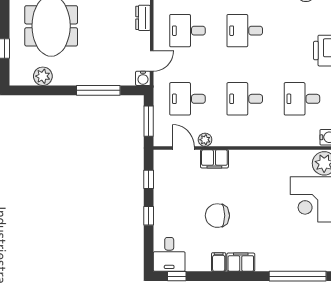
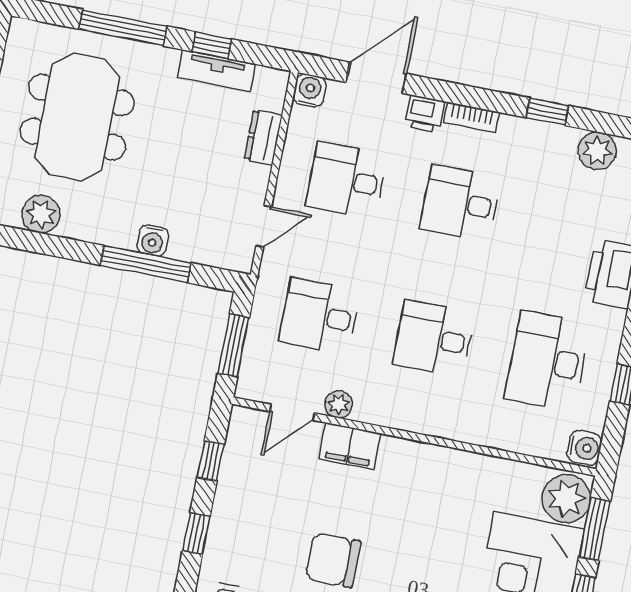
water cooler: (143, 78) -> (153, 240), moved
desk: (302, 99) -> (548, 361), width x1.37
door: (183, 148) -> (292, 412), swing flipped

